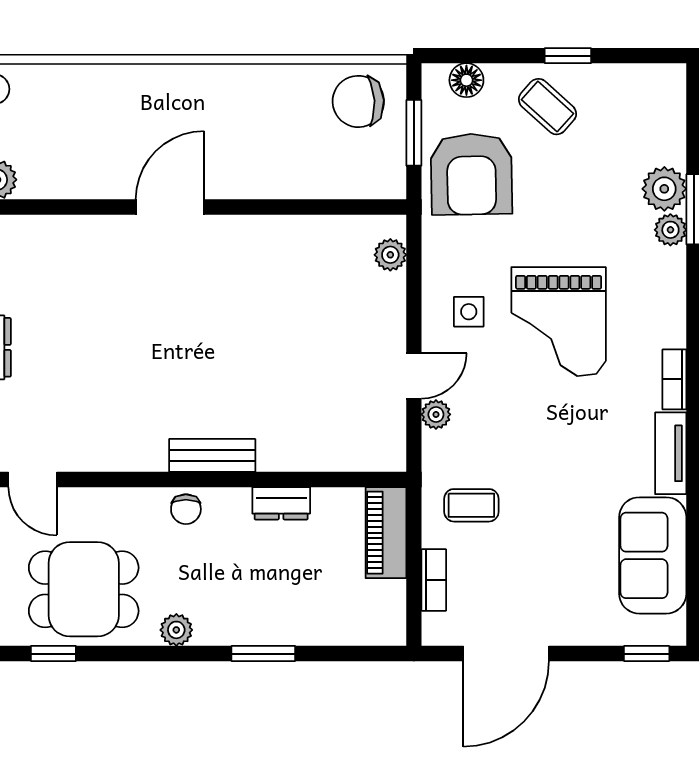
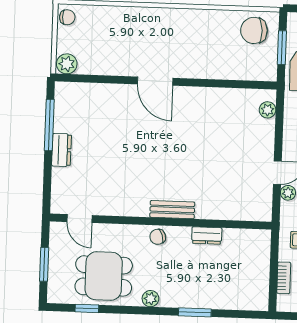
door: (170, 207) -> (155, 81), swing flipped
chair: (186, 509) -> (158, 237), turned 72
piano: (386, 533) -> (260, 253), removed

